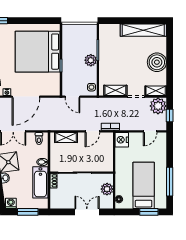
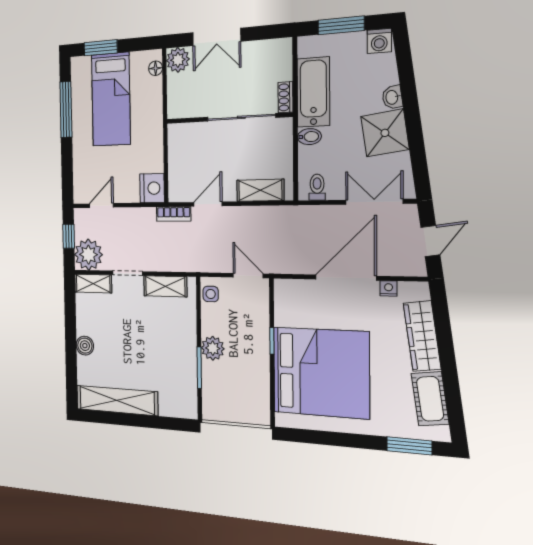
boiler: (157, 62) -> (85, 346), width x0.54, depth x0.54
plant: (107, 189) -> (178, 60), moved

